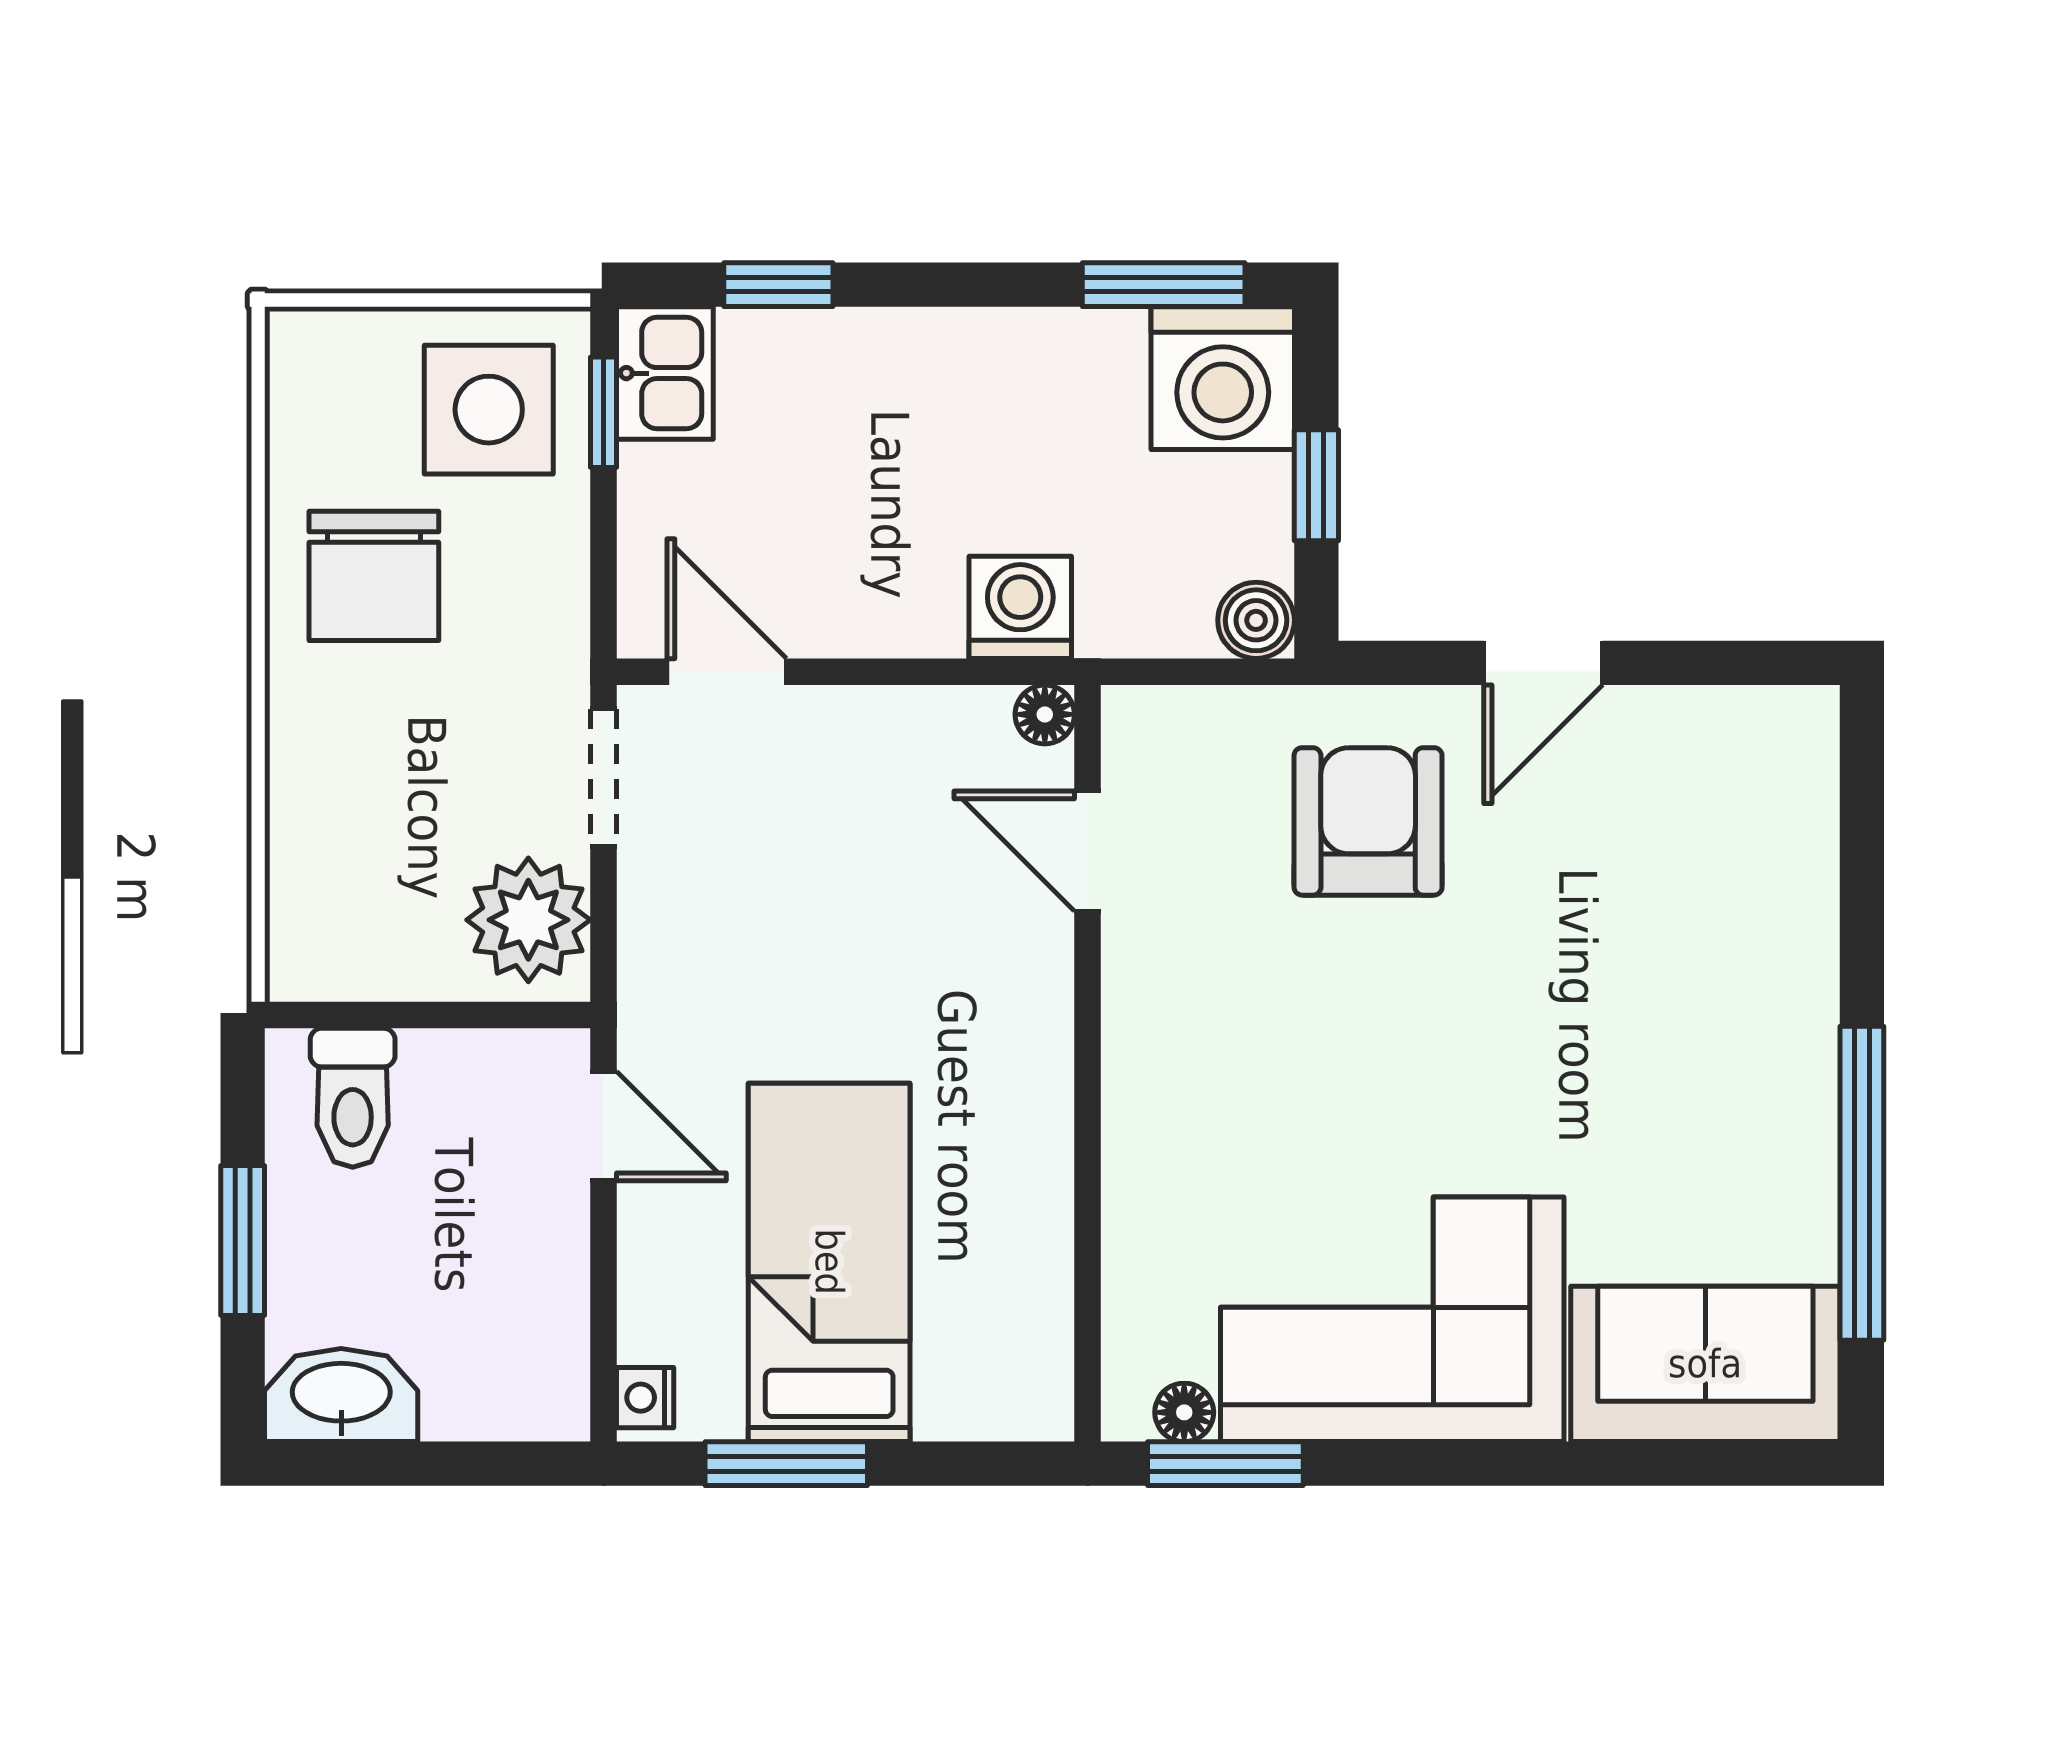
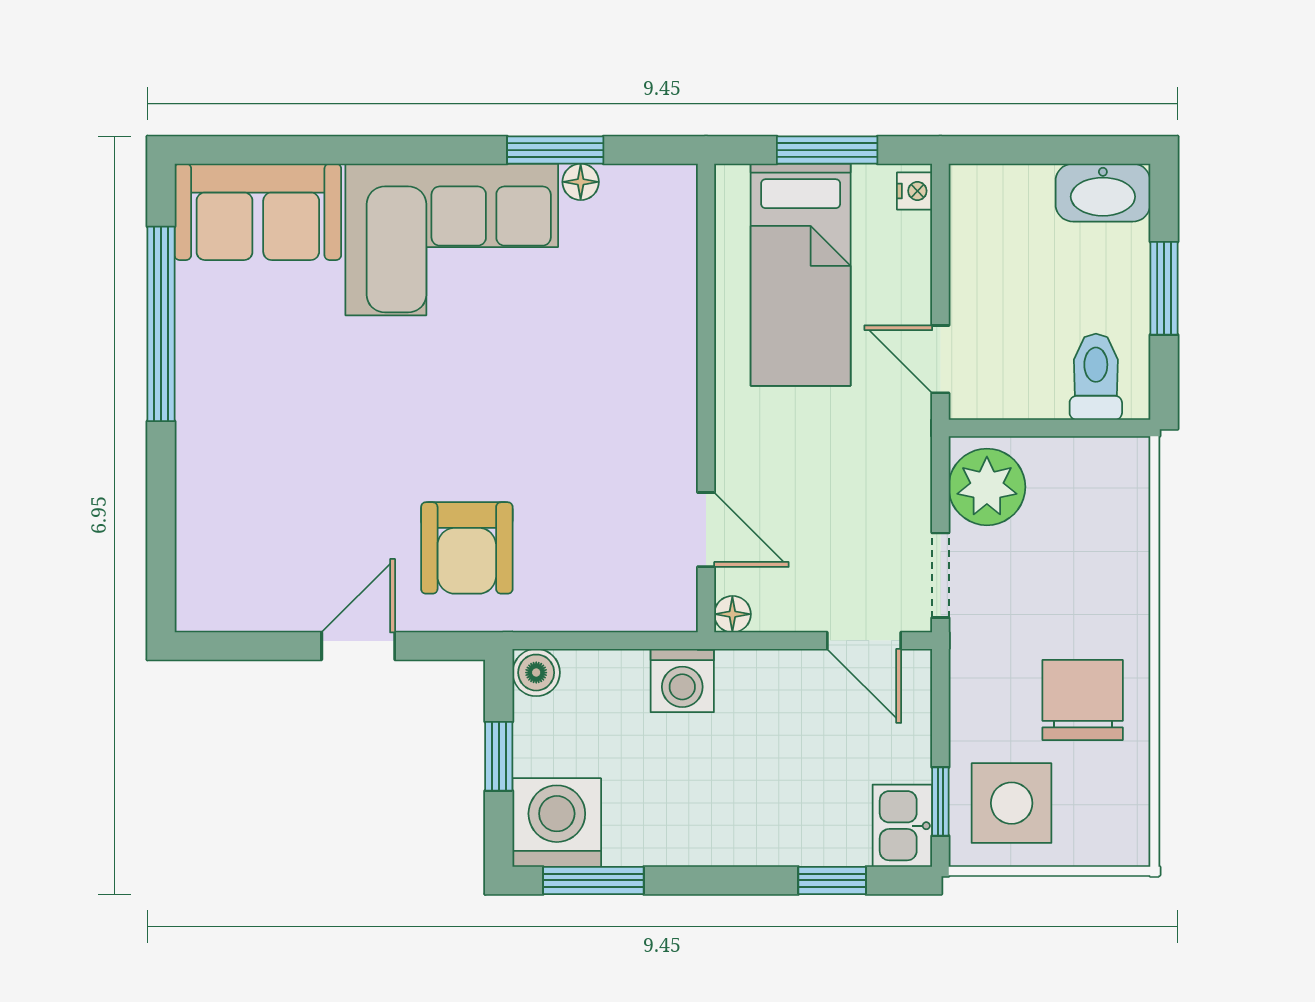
floor lamp: (1045, 714) -> (732, 614), moved
door: (1087, 851) -> (706, 530), moved
wall: (1087, 1063) -> (706, 398), moved

